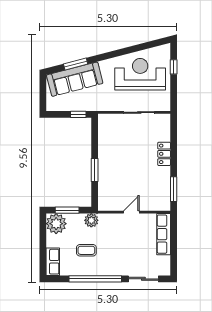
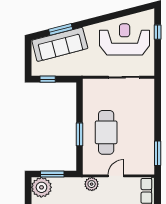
window: (78, 114) -> (48, 79), moved
locker: (164, 154) -> (148, 118), removed
cafe table: (121, 168) -> (106, 132), added
plant: (91, 220) -> (92, 184), moved

